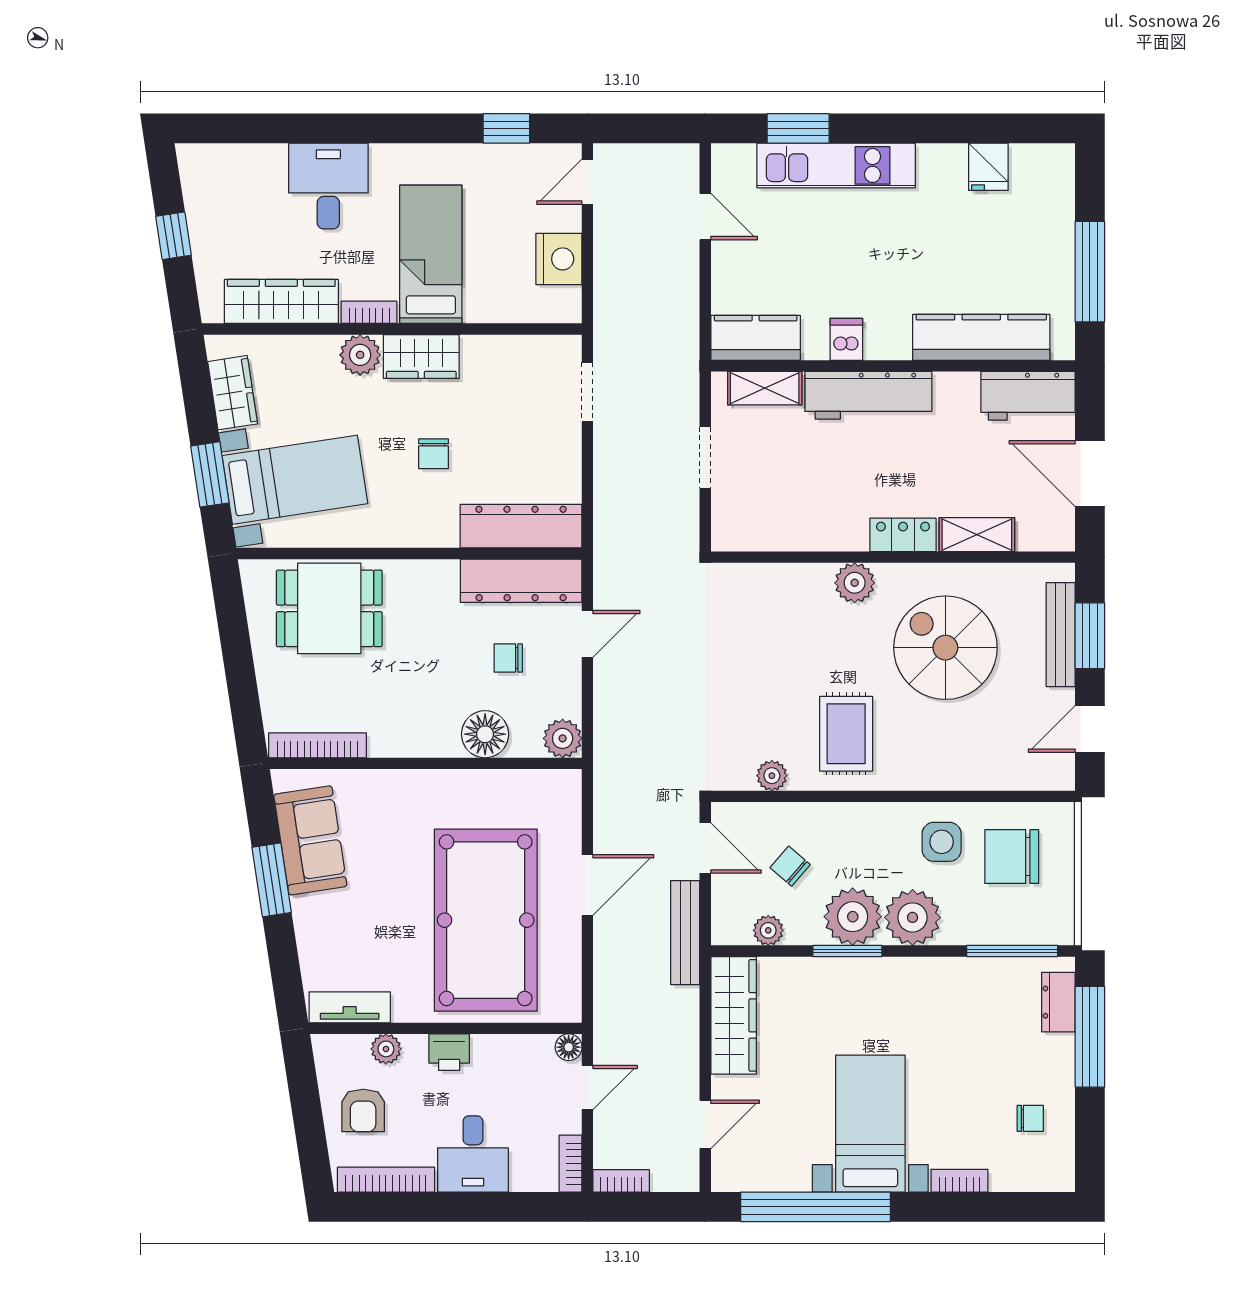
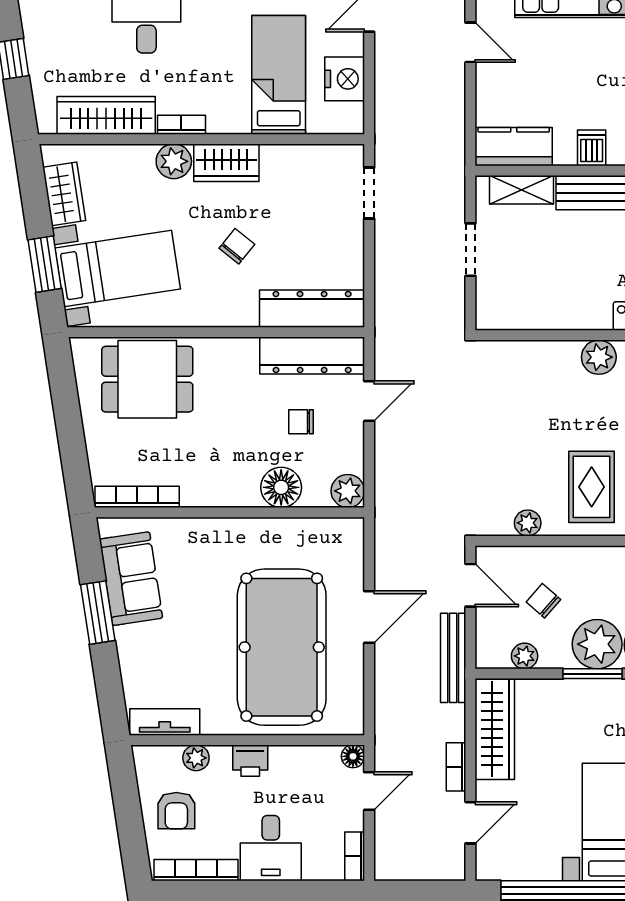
bed: (431, 254) -> (279, 75), moved
chair: (434, 454) -> (237, 246), turned -141
bookcase: (621, 1181) -> (456, 767), moved, turned -90

